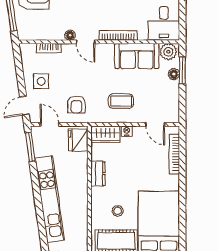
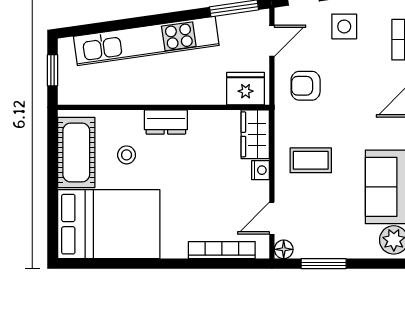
window: (182, 70) -> (324, 264), moved
floor lamp: (174, 74) -> (284, 249), moved
coffee table: (121, 101) -> (311, 160), turned 90
dresser: (98, 174) -> (166, 122), moved

